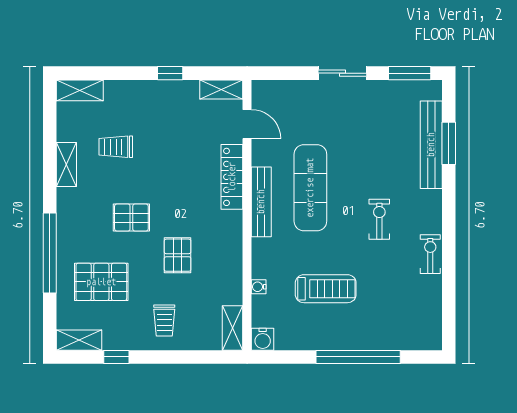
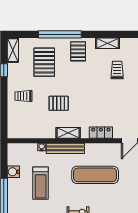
locker: (232, 177) -> (101, 133), width x0.66
bench: (261, 202) -> (65, 148), moved
pallet: (131, 218) -> (78, 51), moved
shelving: (233, 328) -> (68, 133), moved
water cooler: (263, 339) -> (13, 172), moved

